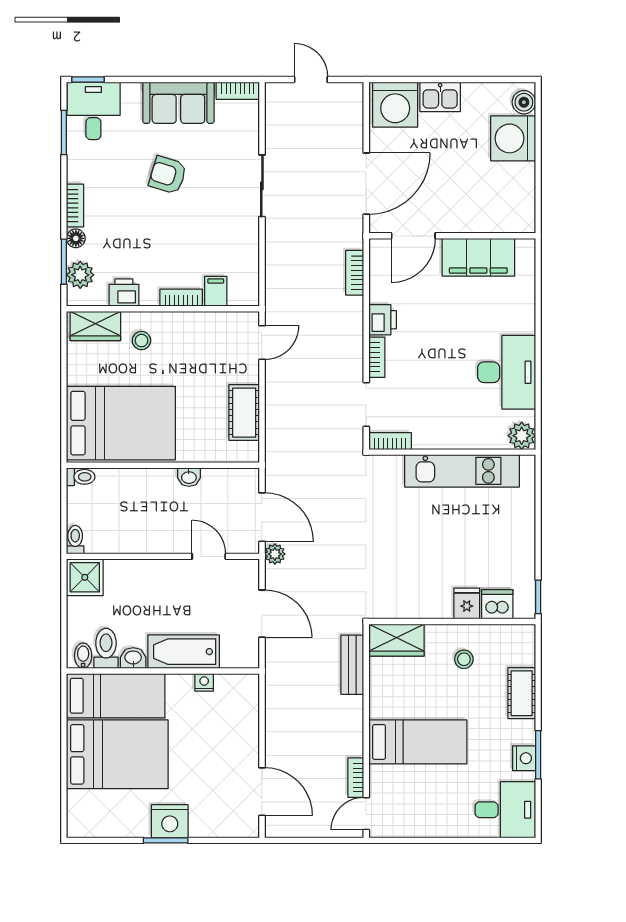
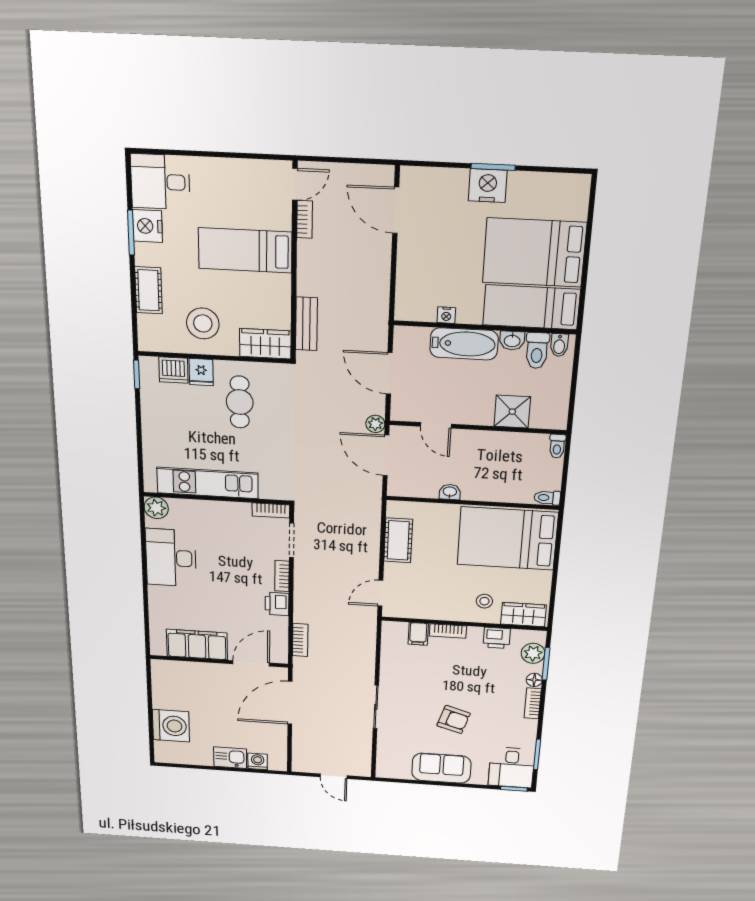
bookcase: (238, 91) -> (393, 773), removed
boiler: (524, 102) -> (163, 749), removed
washing machine: (395, 105) -> (258, 761), width x0.53, depth x0.53
cafe table: (425, 571) -> (240, 402), added
shower: (85, 577) -> (512, 412), moved
stool: (464, 659) -> (203, 323), width x1.89, depth x1.89
nightstand: (524, 758) -> (147, 226), width x1.36, depth x1.33

